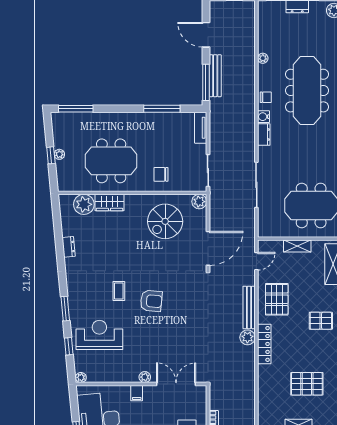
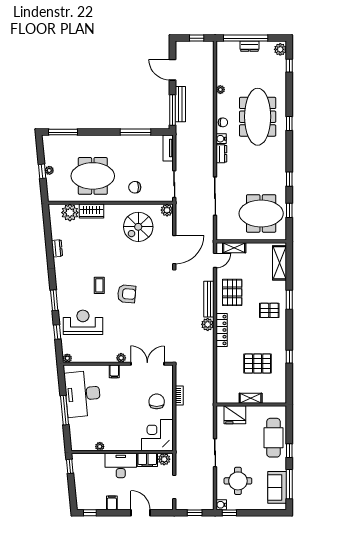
shelving: (297, 246) -> (234, 248), moved

